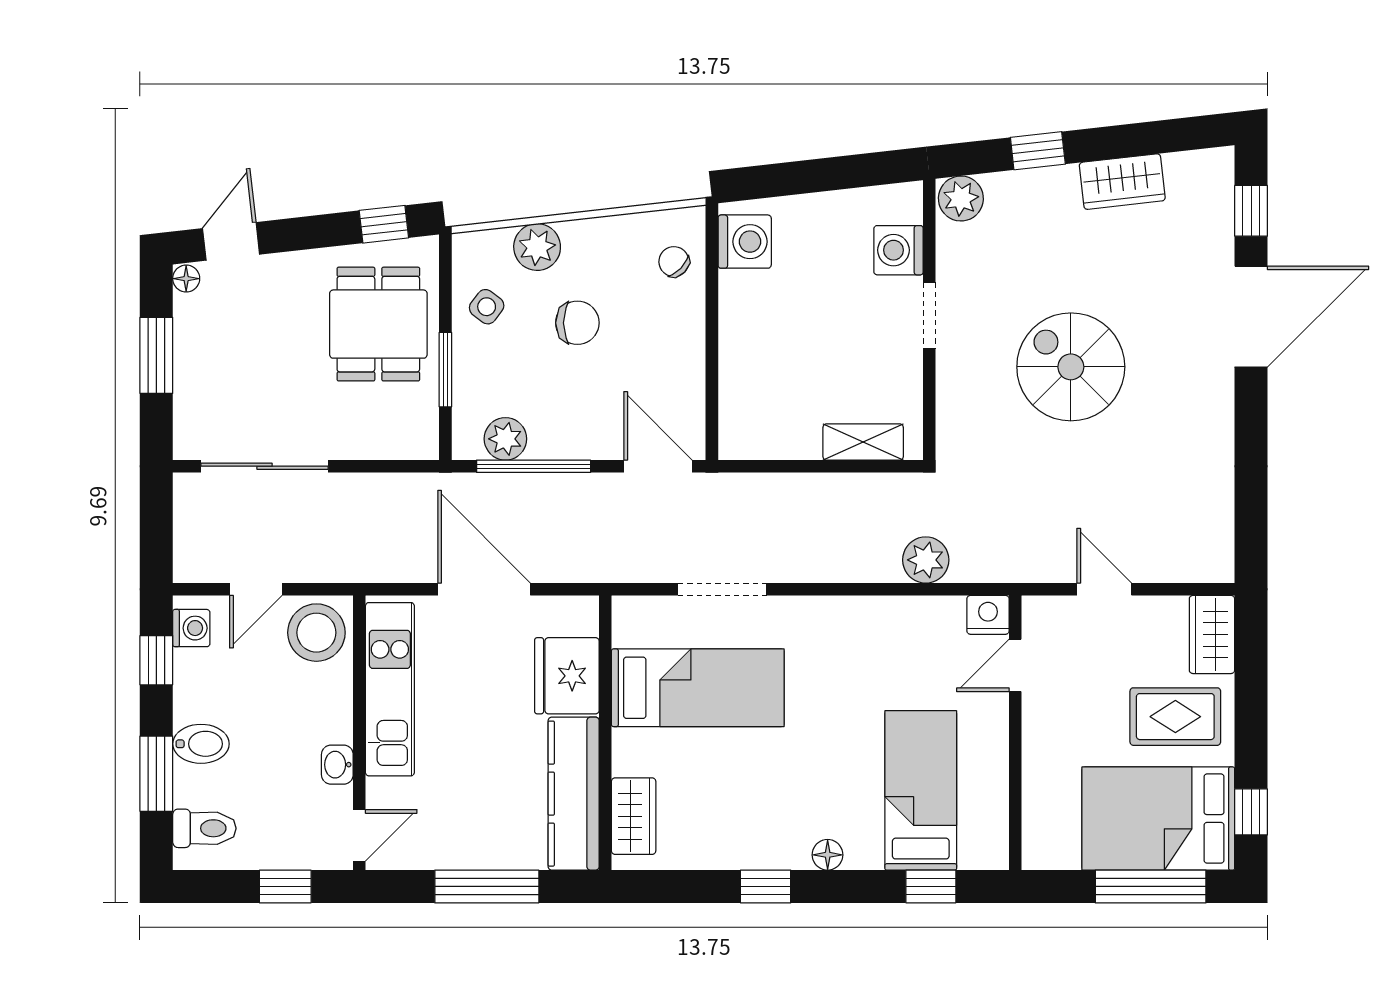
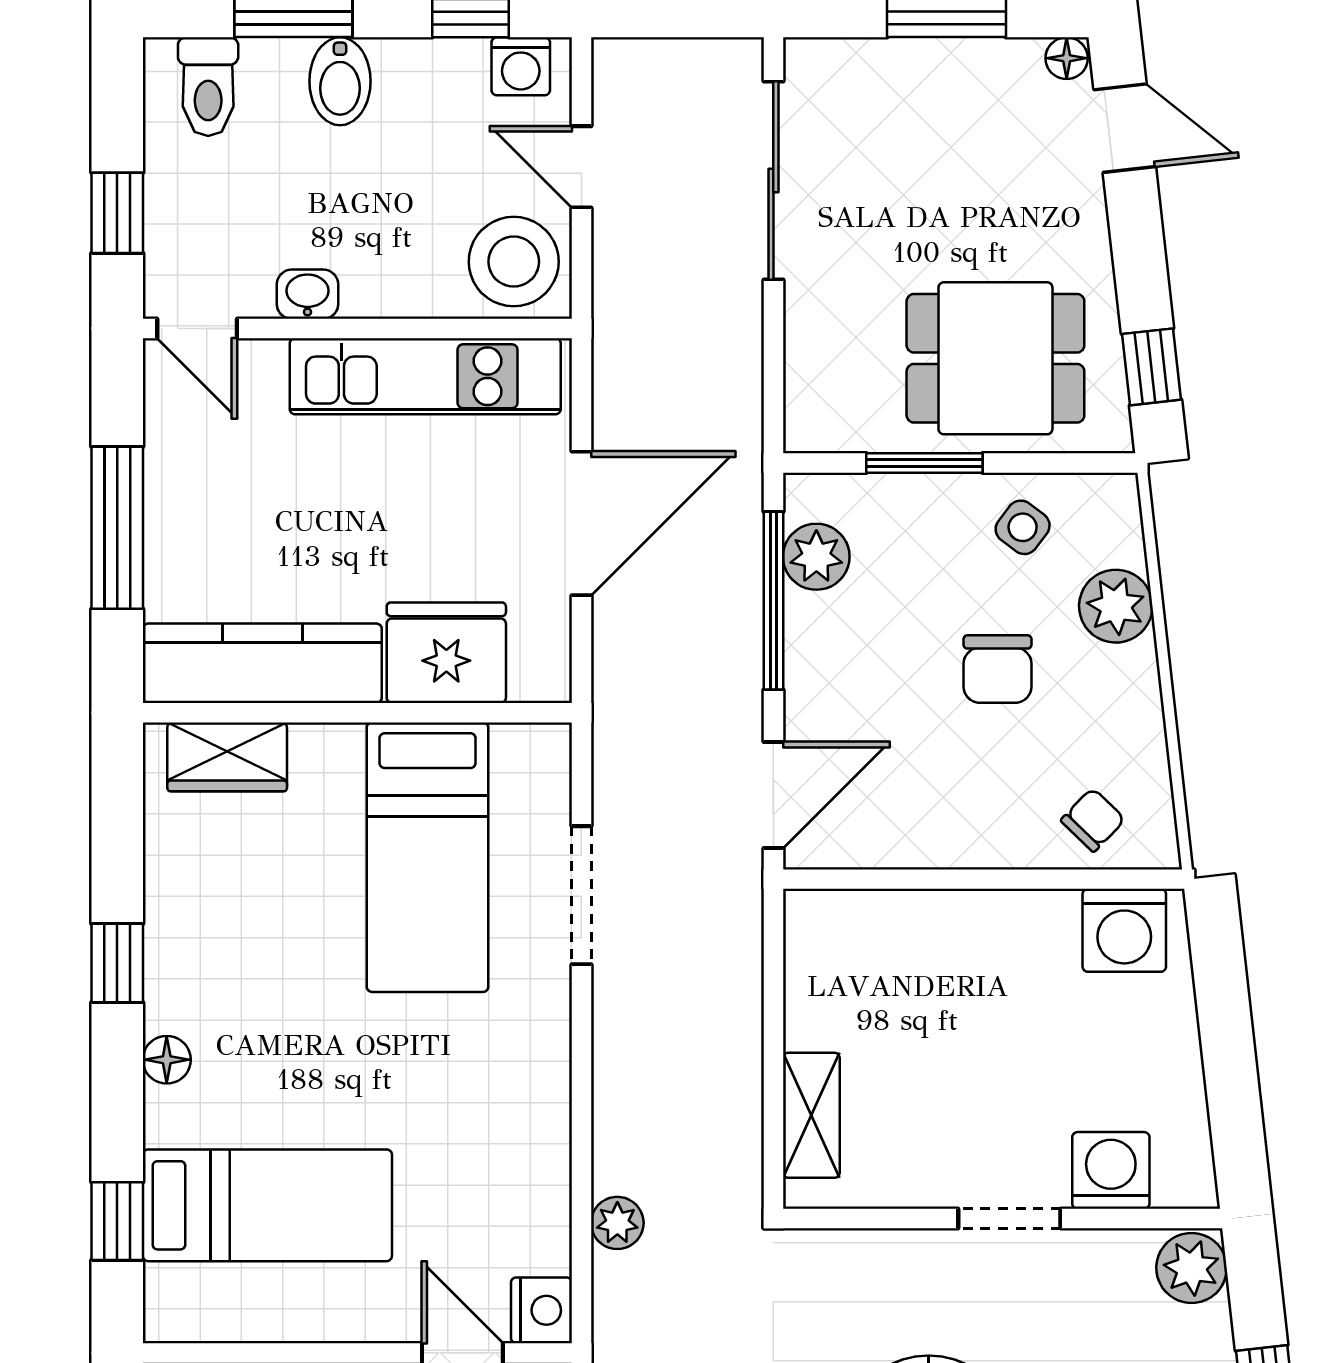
plant: (926, 560) -> (617, 1223), width x0.73, depth x0.73

